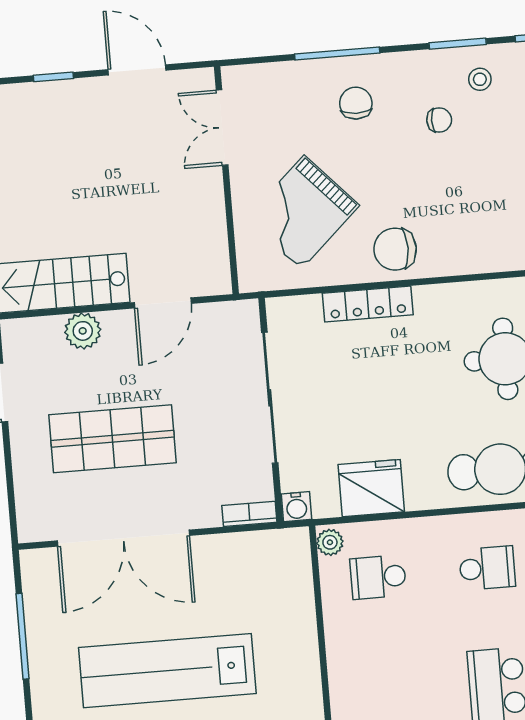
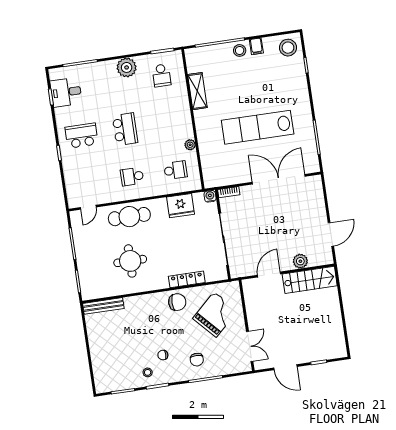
shop shelf: (113, 439) -> (286, 219), removed
plant: (330, 542) -> (190, 145), moved
lab bench: (167, 671) -> (258, 127), turned 180

